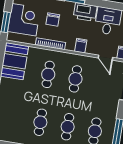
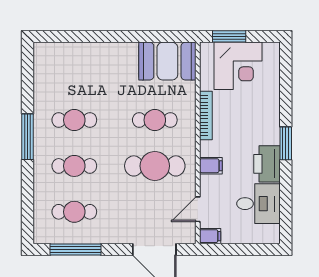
chair: (53, 20) -> (246, 113), removed
cafe table: (75, 79) -> (155, 166), width x1.37, depth x1.35

